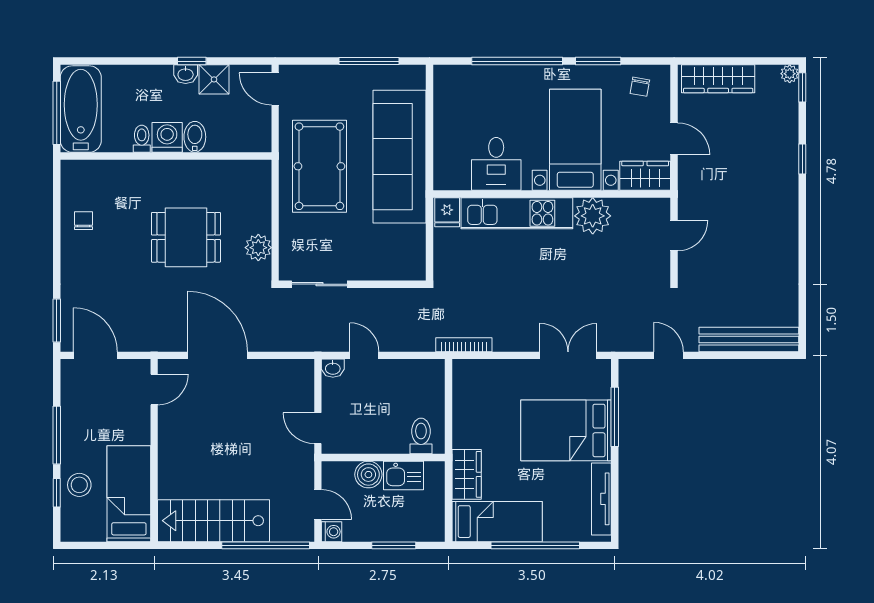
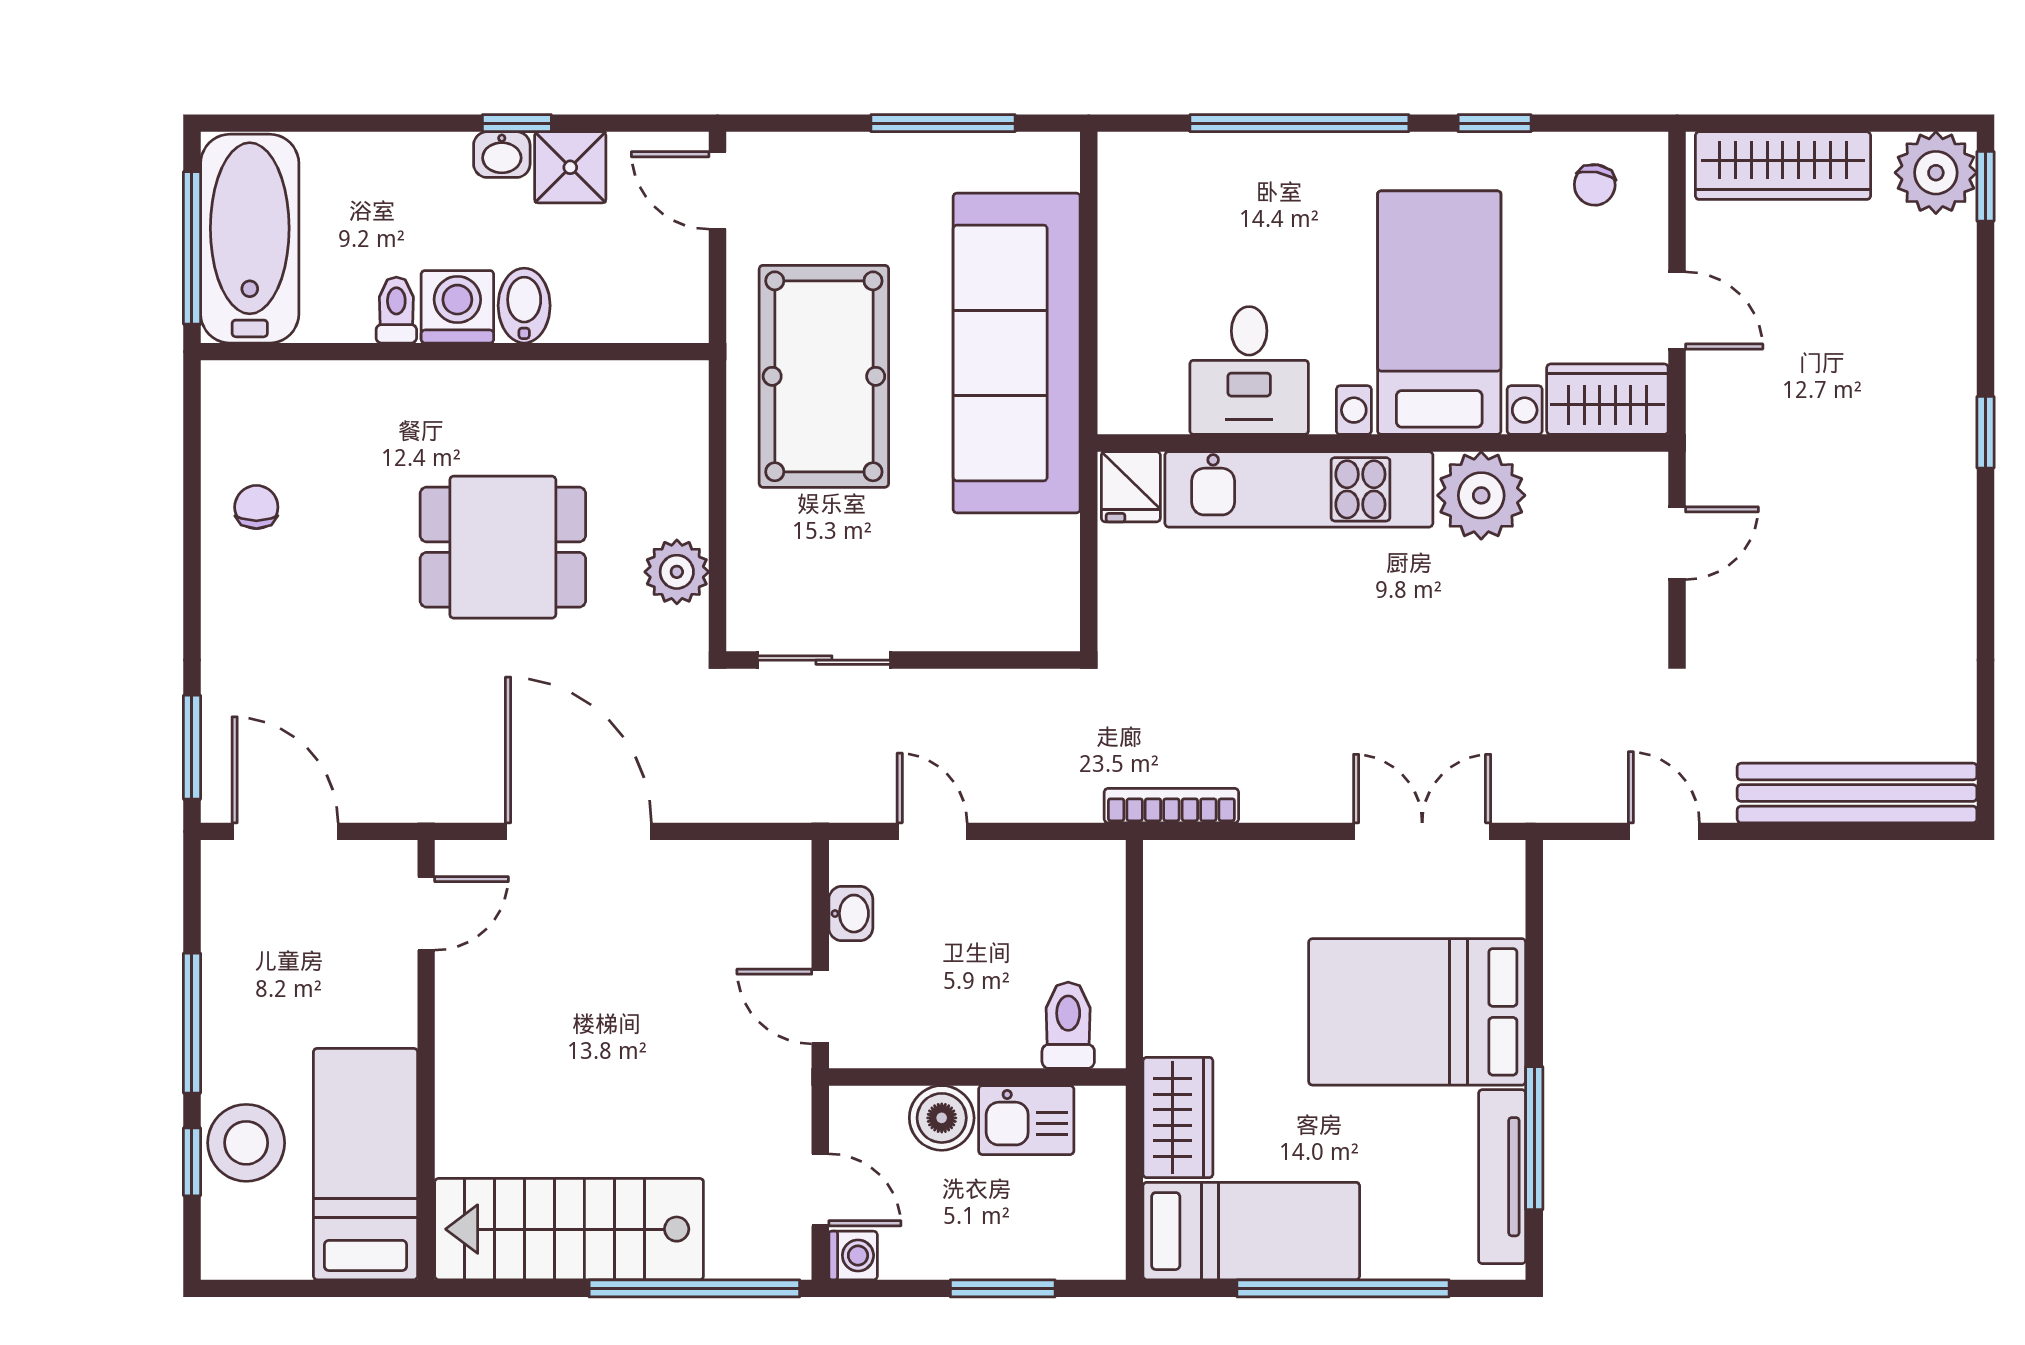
window: (598, 61) -> (1495, 123), width x0.67
plant: (790, 74) -> (1936, 173), width x1.88, depth x1.88
window: (802, 159) -> (1985, 432), moved
washbasin: (333, 368) -> (851, 914), moved, turned -90
window: (615, 417) -> (1534, 1138), moved
stool: (79, 485) -> (246, 1143), width x1.38, depth x1.38

